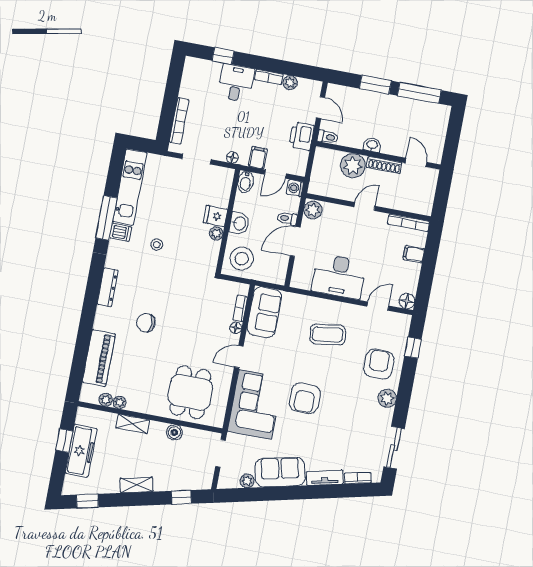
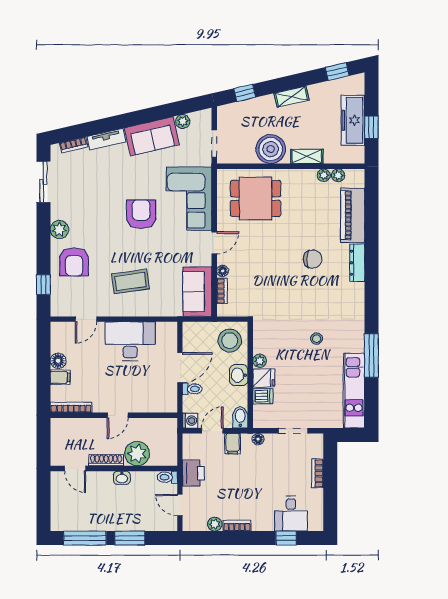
desk: (236, 83) -> (291, 514), moved
bookcase: (179, 121) -> (317, 473), width x0.64
plant: (313, 210) -> (168, 402), removed
dishwasher: (121, 232) -> (263, 396), moved, turned 180
dresser: (108, 287) -> (357, 263), moved
floor lamp: (407, 301) -> (58, 361), moved
dining table: (190, 392) -> (256, 199), turned 90
boiler: (174, 432) -> (271, 149), width x1.86, depth x1.86

